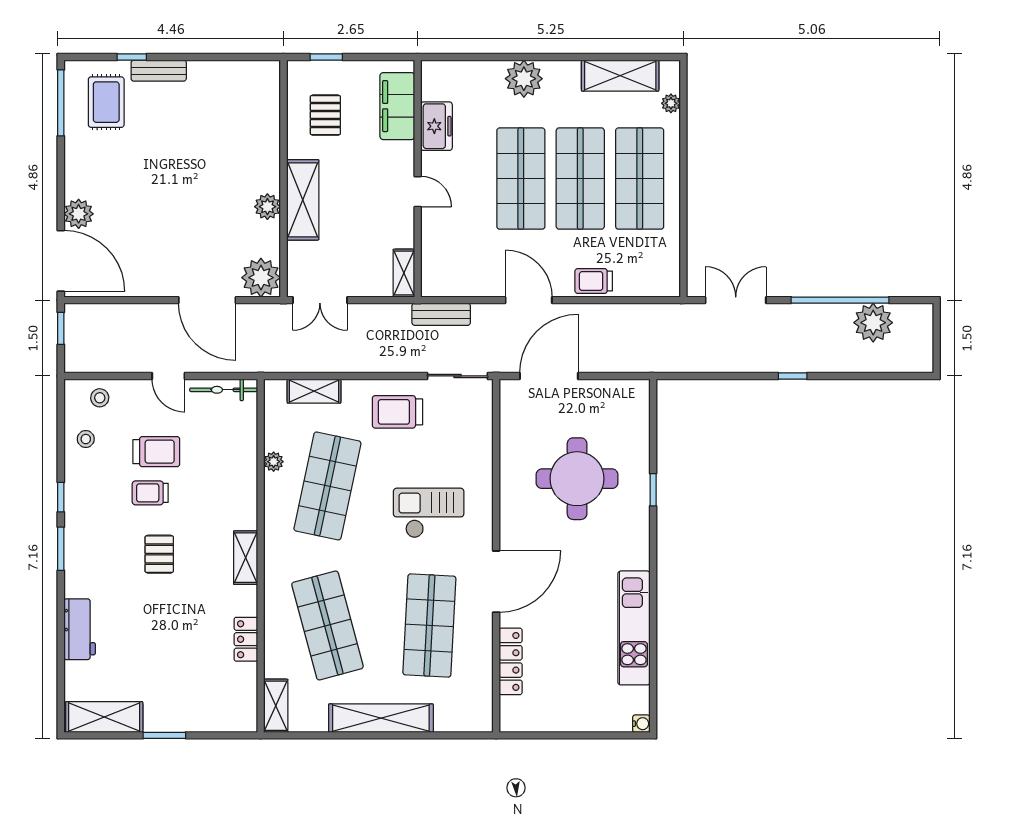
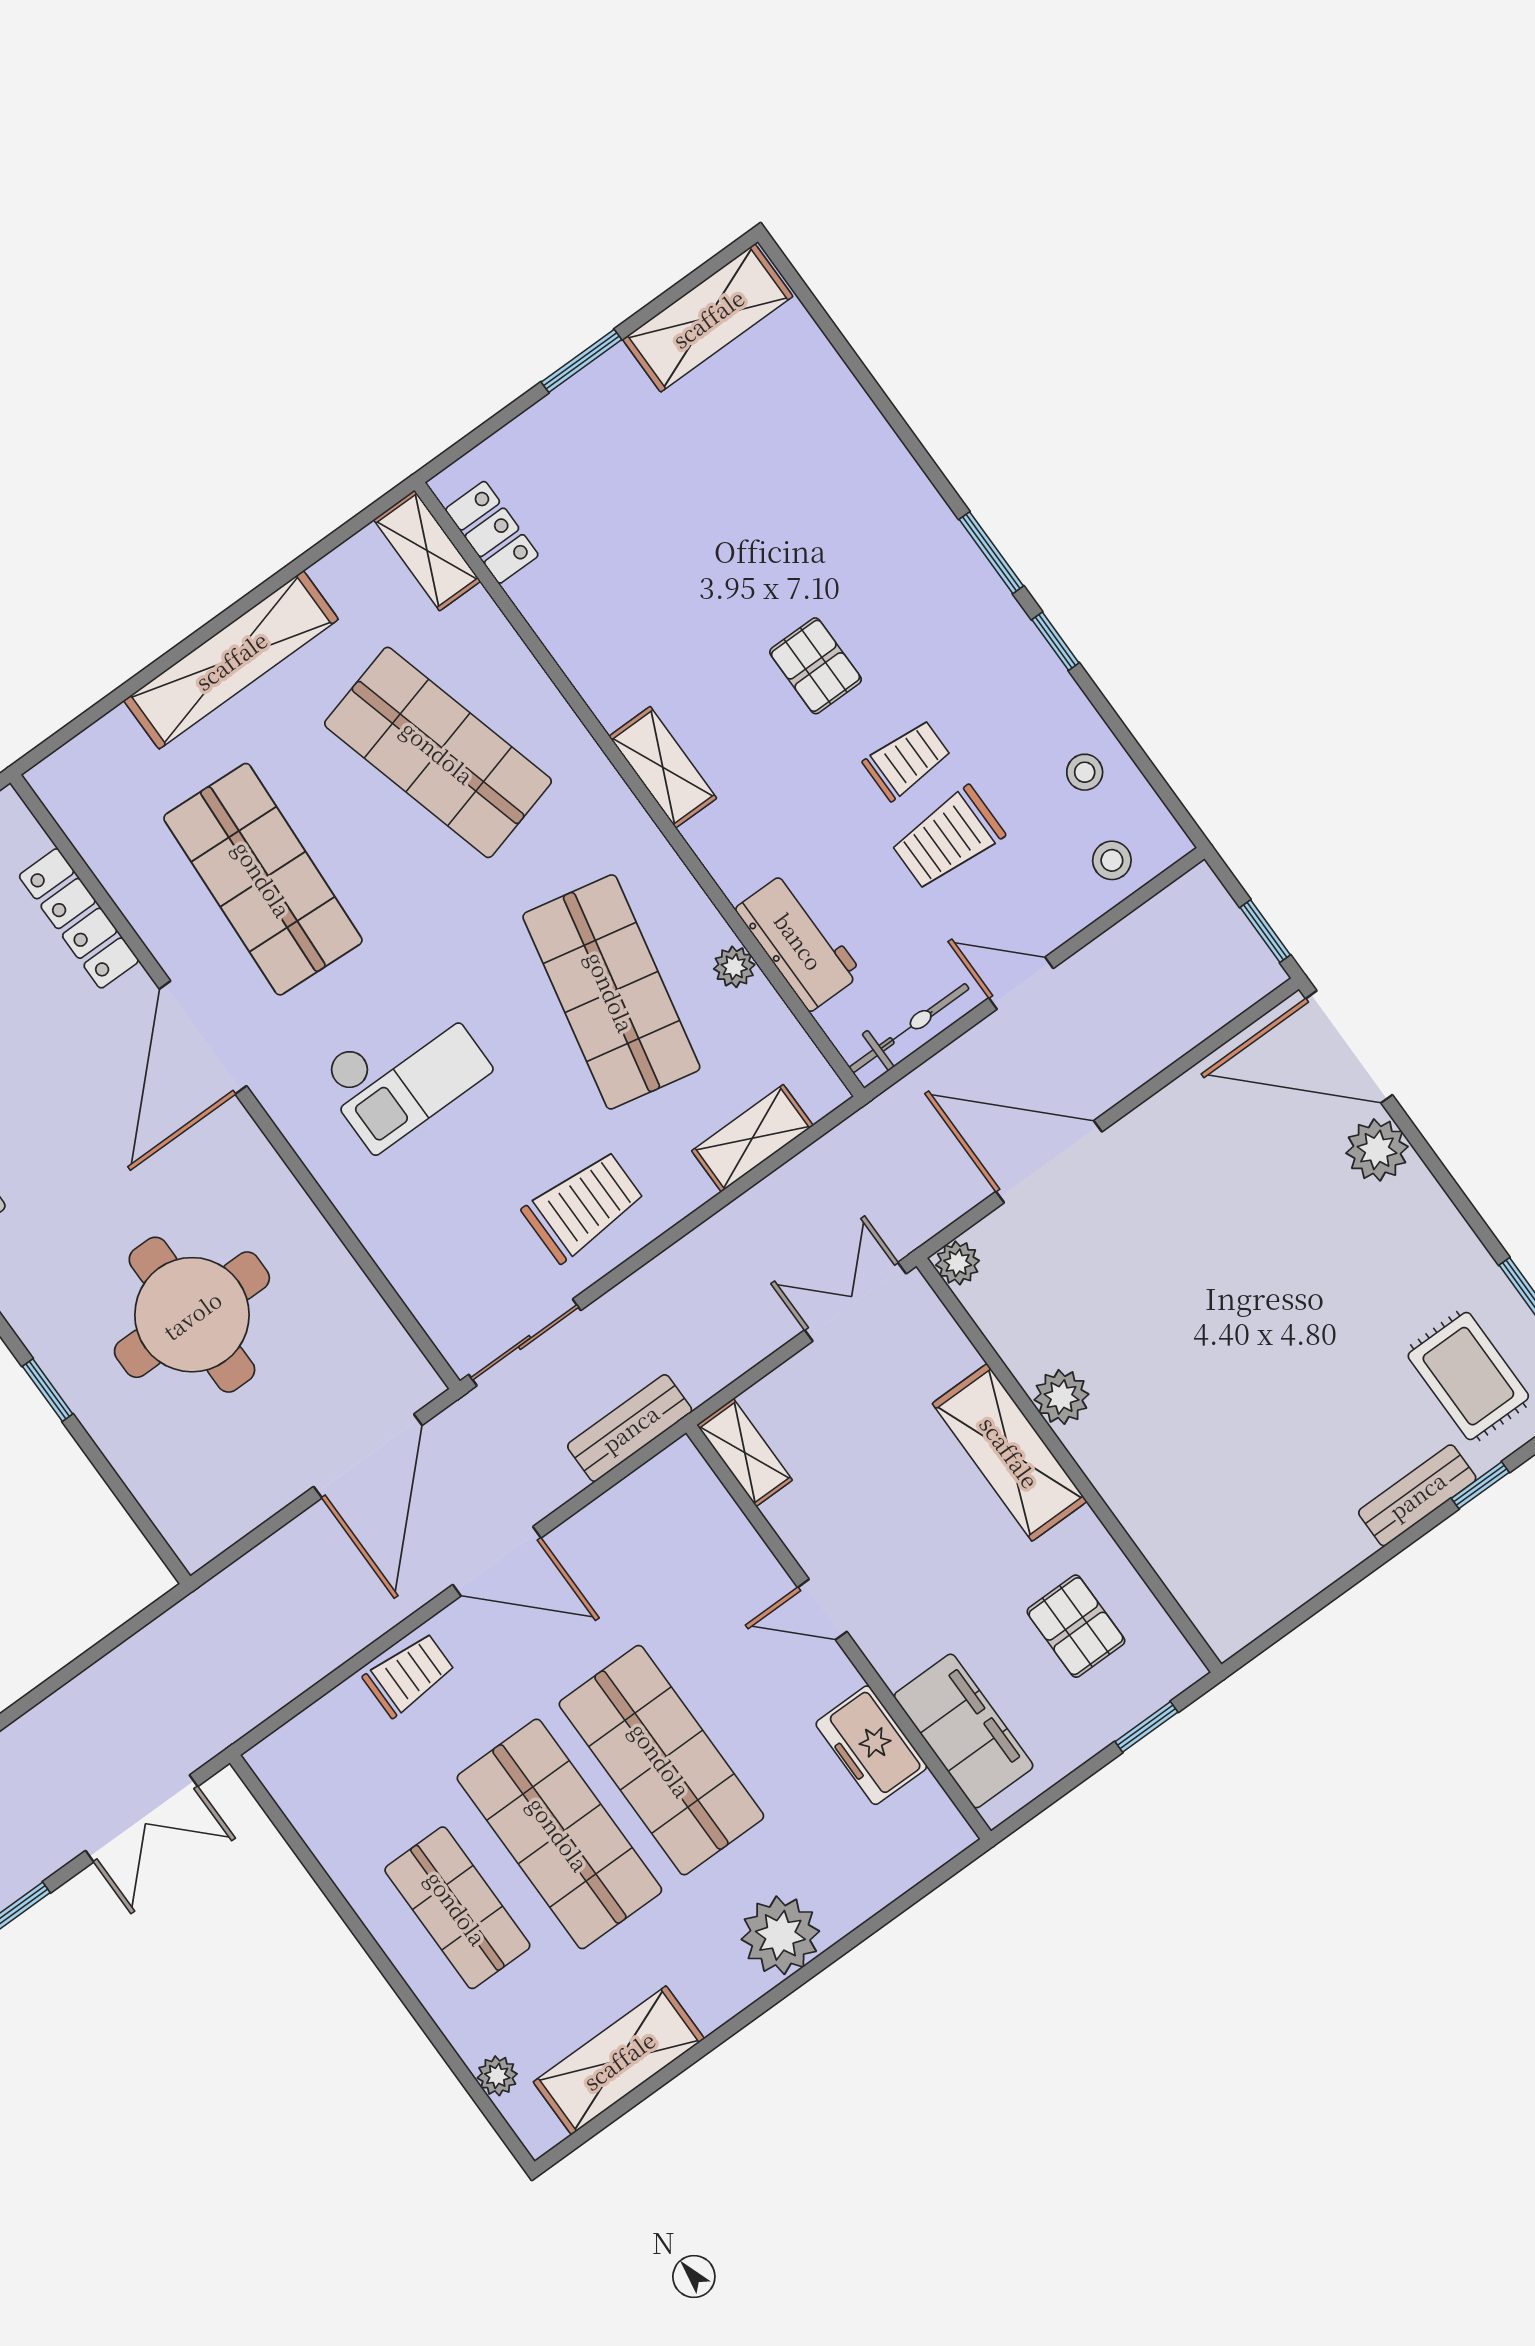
shop shelf: (640, 179) -> (457, 1908), width x0.70, depth x0.74
plant: (261, 278) -> (958, 1263), width x0.53, depth x0.53
workbench: (80, 629) -> (799, 941), moved, turned 180
locker: (246, 639) -> (492, 532), moved

